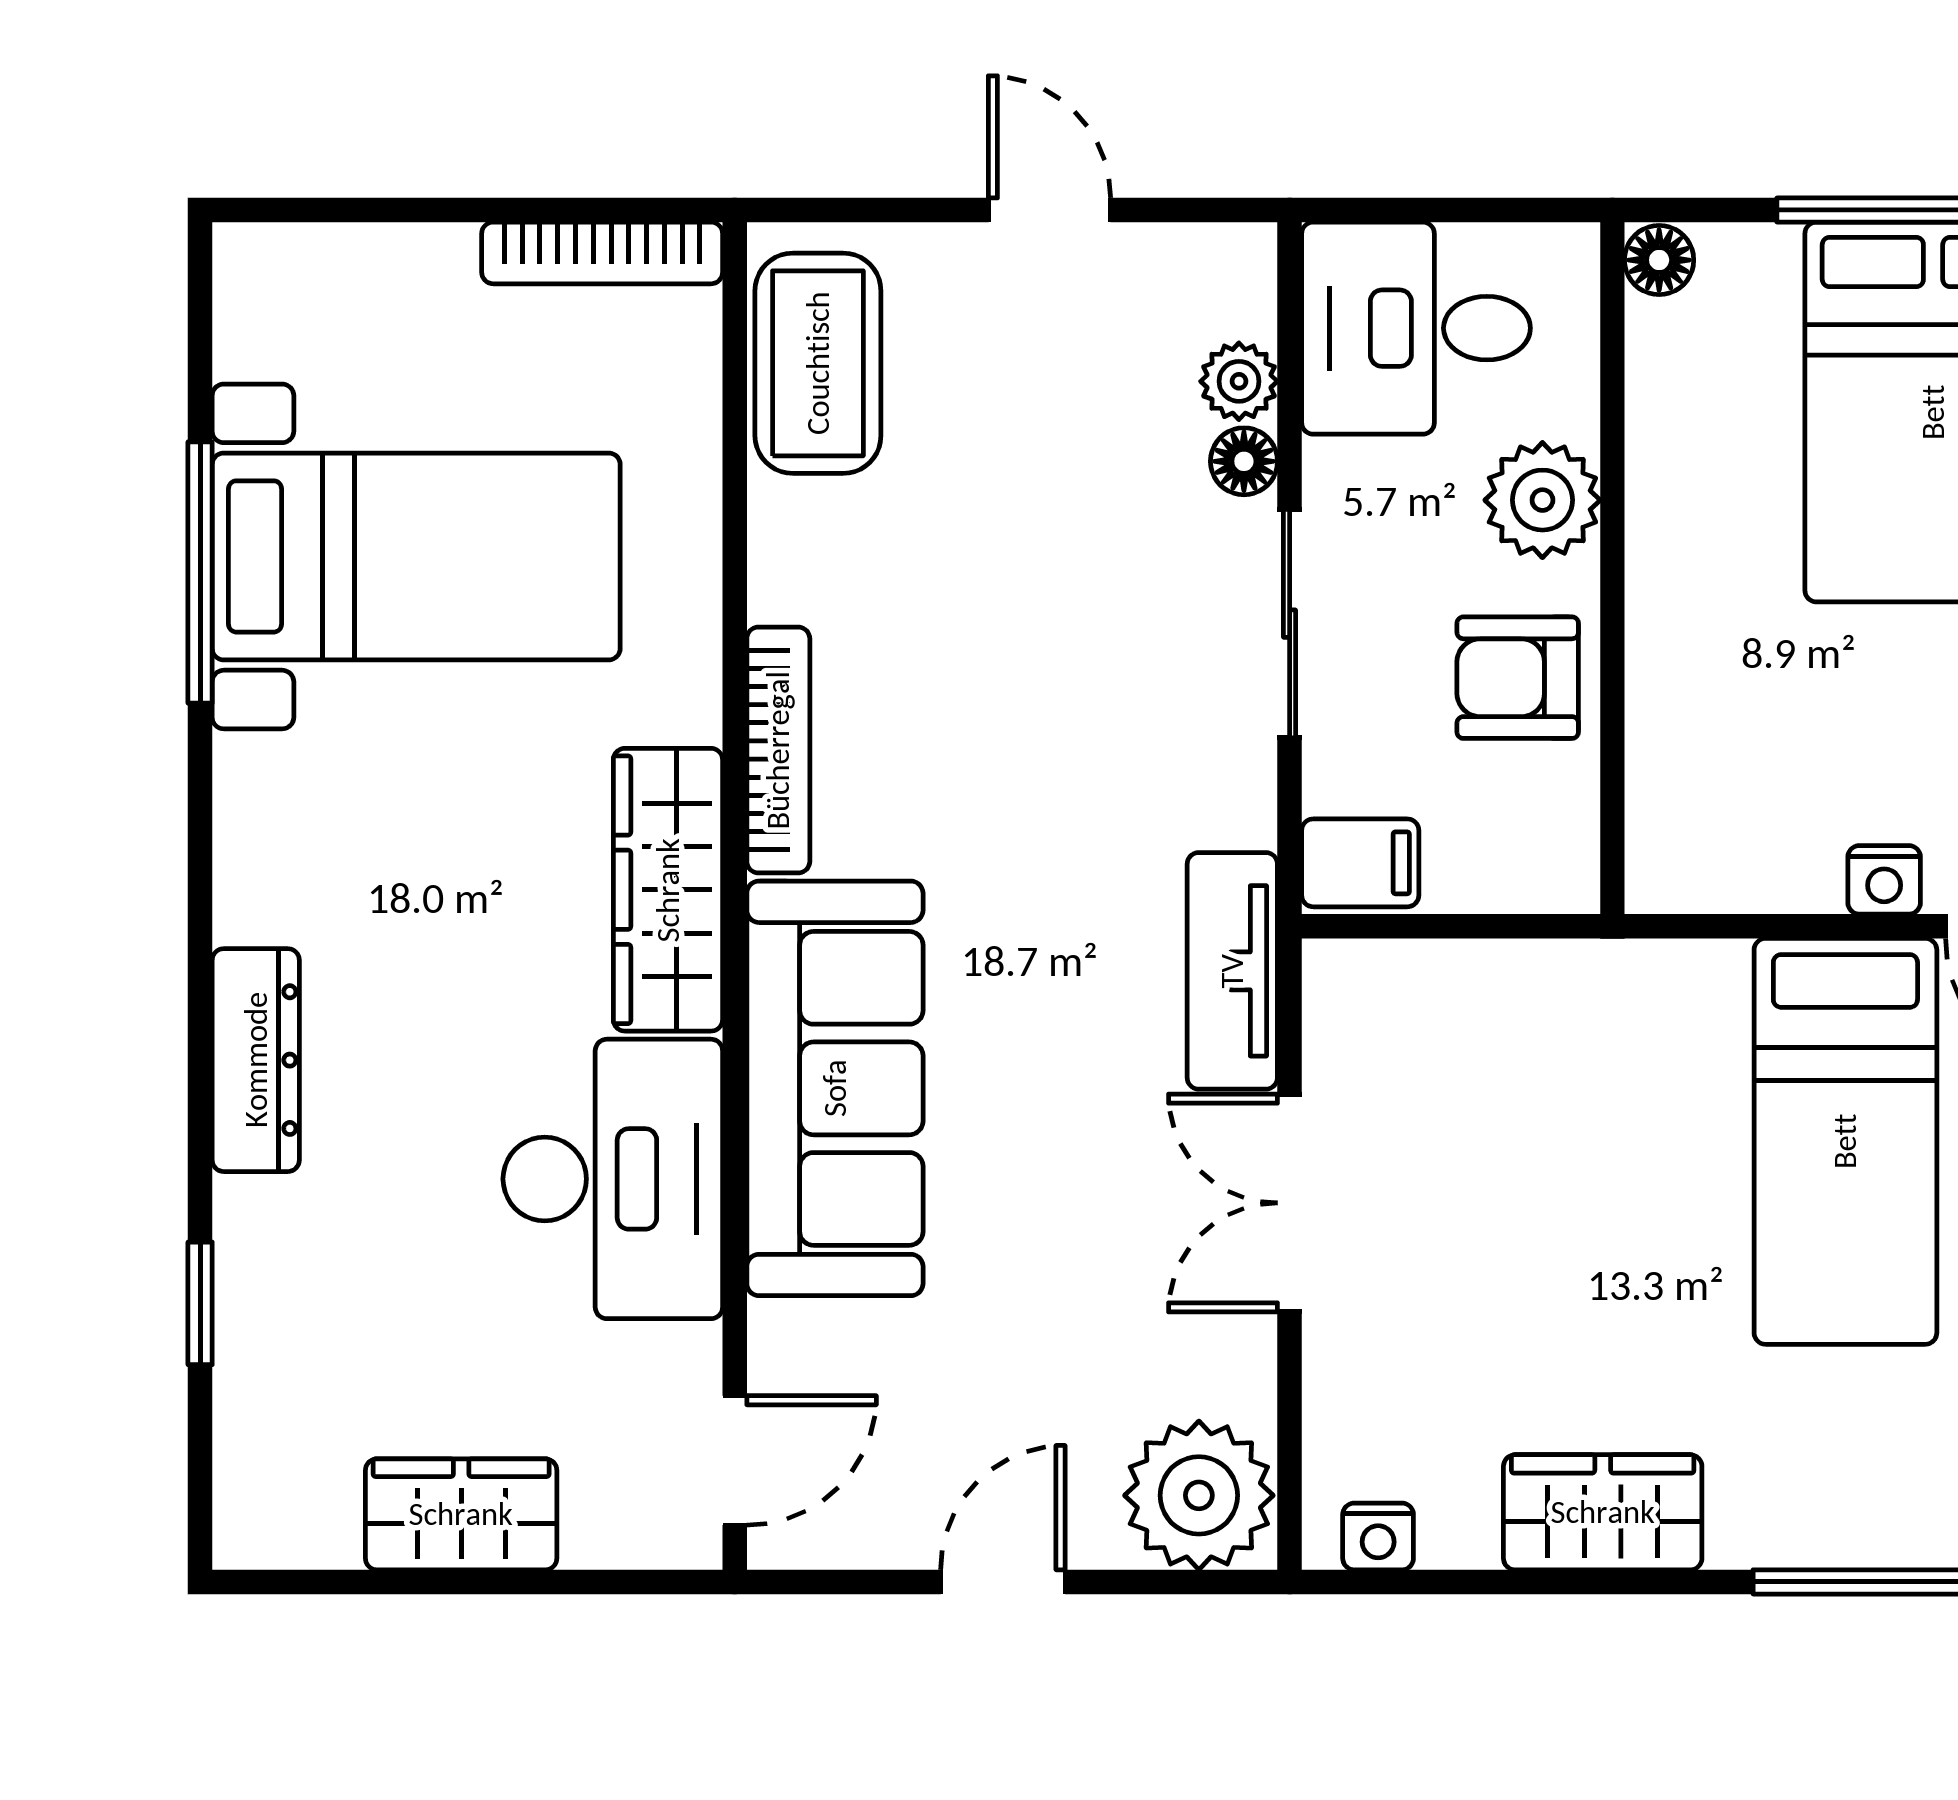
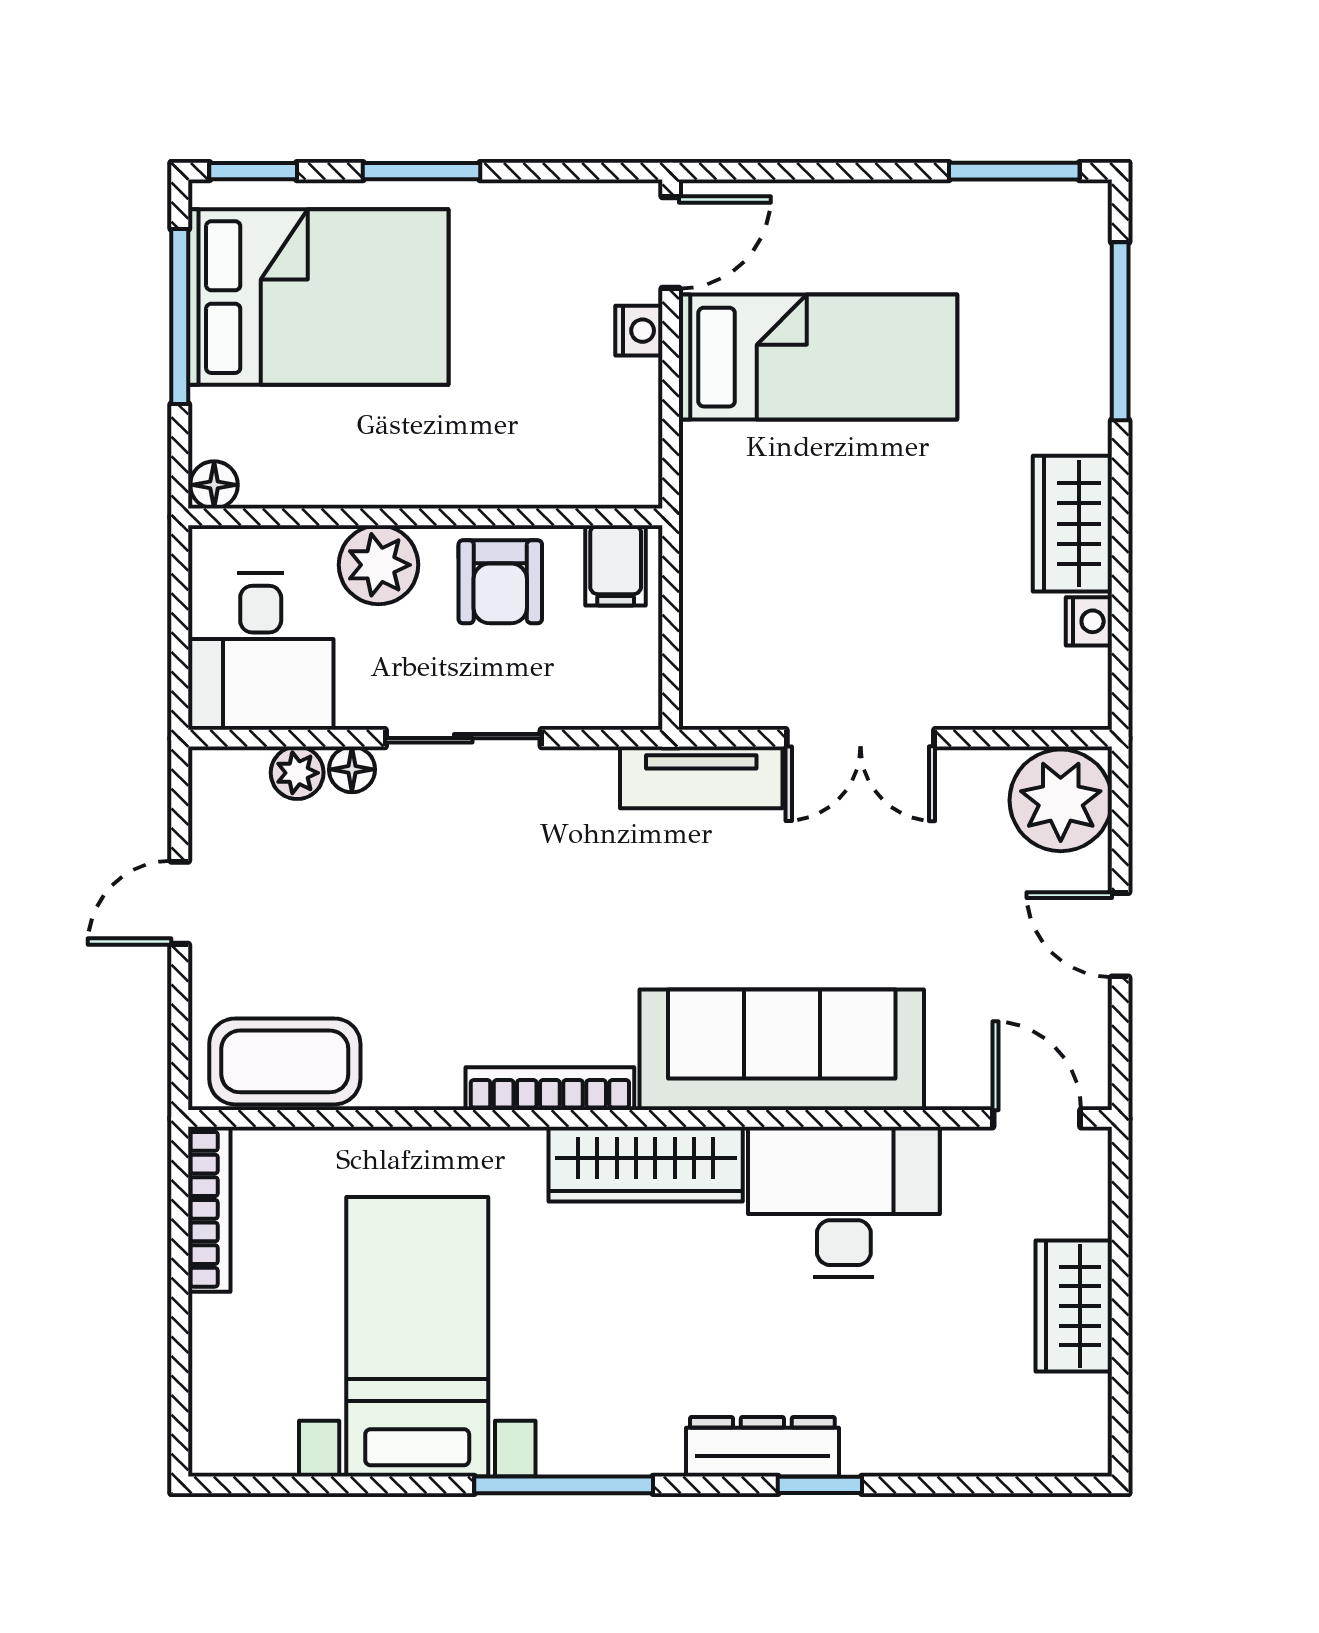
window: (200, 573) -> (564, 1485), moved
filing cabinet: (1360, 863) -> (616, 565), moved, turned 180
window: (200, 1303) -> (820, 1485), moved
nightstand: (1378, 1536) -> (1089, 621), moved

